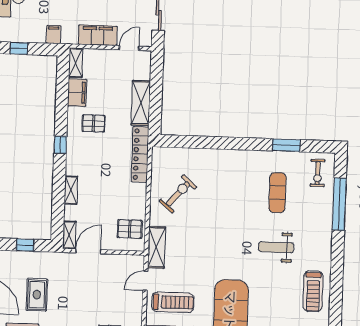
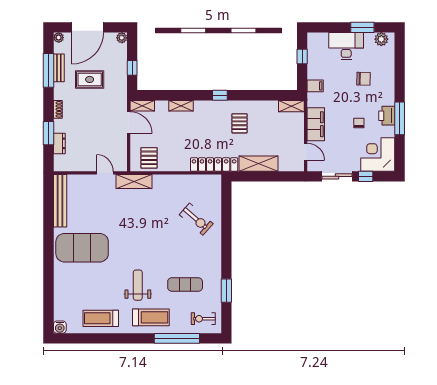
filing cabinet: (77, 92) -> (266, 108), removed
exercise bike: (178, 194) -> (196, 219), moved
treadmill: (173, 302) -> (151, 317), moved, turned -90

